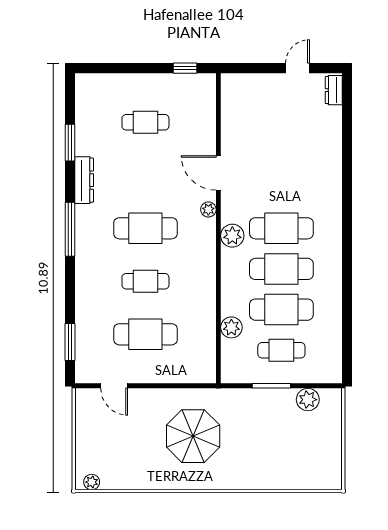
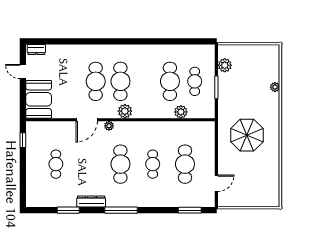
booth: (252, 94) -> (39, 99), added
cafe table: (281, 269) -> (96, 81), moved
plant: (92, 482) -> (275, 87), moved

